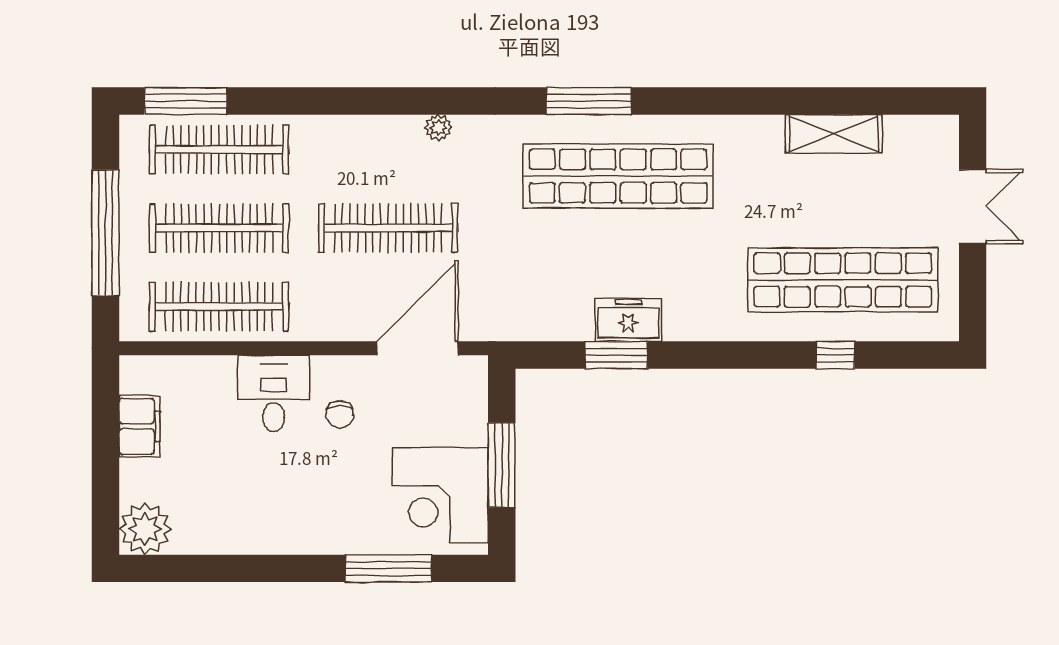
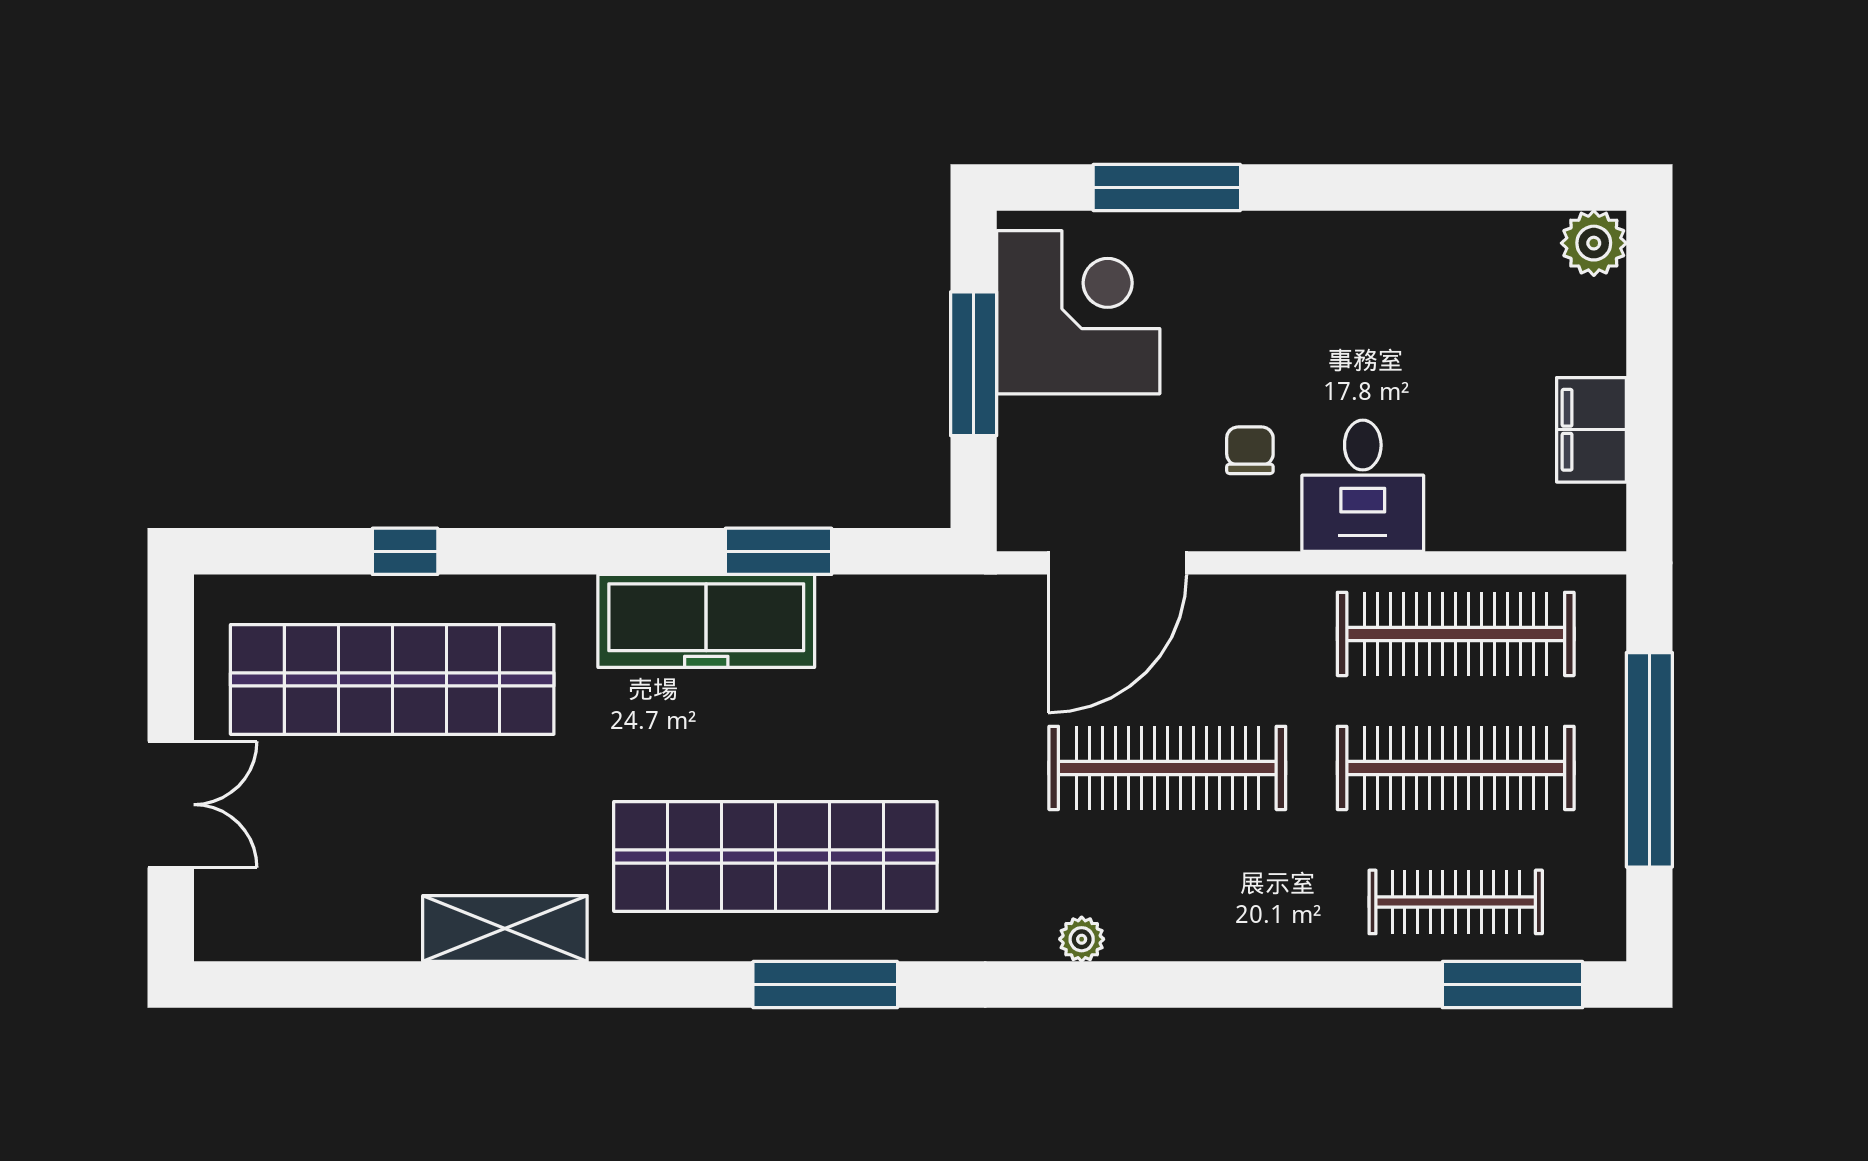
shelving: (834, 134) -> (505, 929), moved
clothes rail: (219, 149) -> (1456, 902), width x0.73, depth x0.76
double door: (973, 207) -> (171, 805), swing flipped
freezer: (628, 320) -> (706, 621), width x1.91, depth x1.26
plant: (145, 529) -> (1594, 243), width x0.73, depth x0.73

